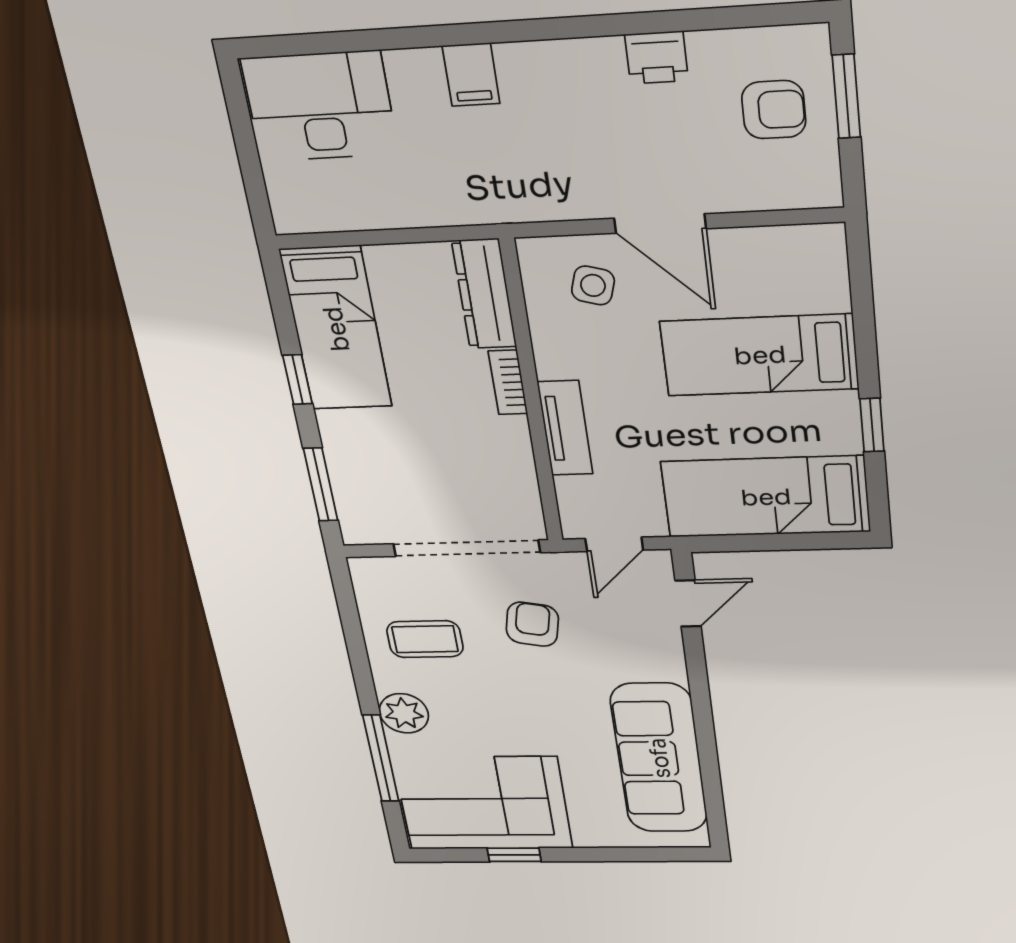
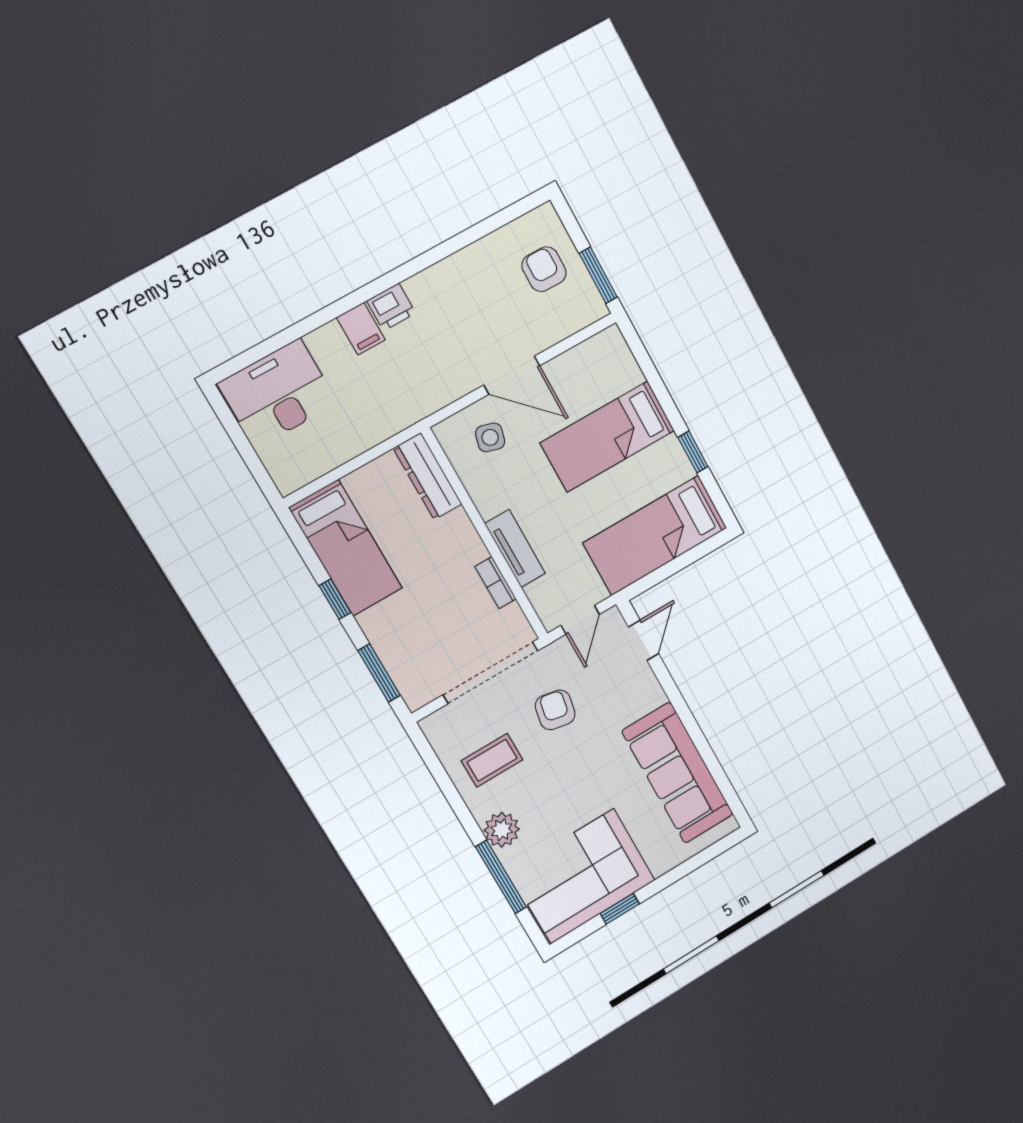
printer: (657, 58) -> (391, 307), moved
window: (846, 96) -> (598, 275), moved
armchair: (774, 110) -> (544, 269), turned -90
bookcase: (508, 382) -> (496, 583), moved

